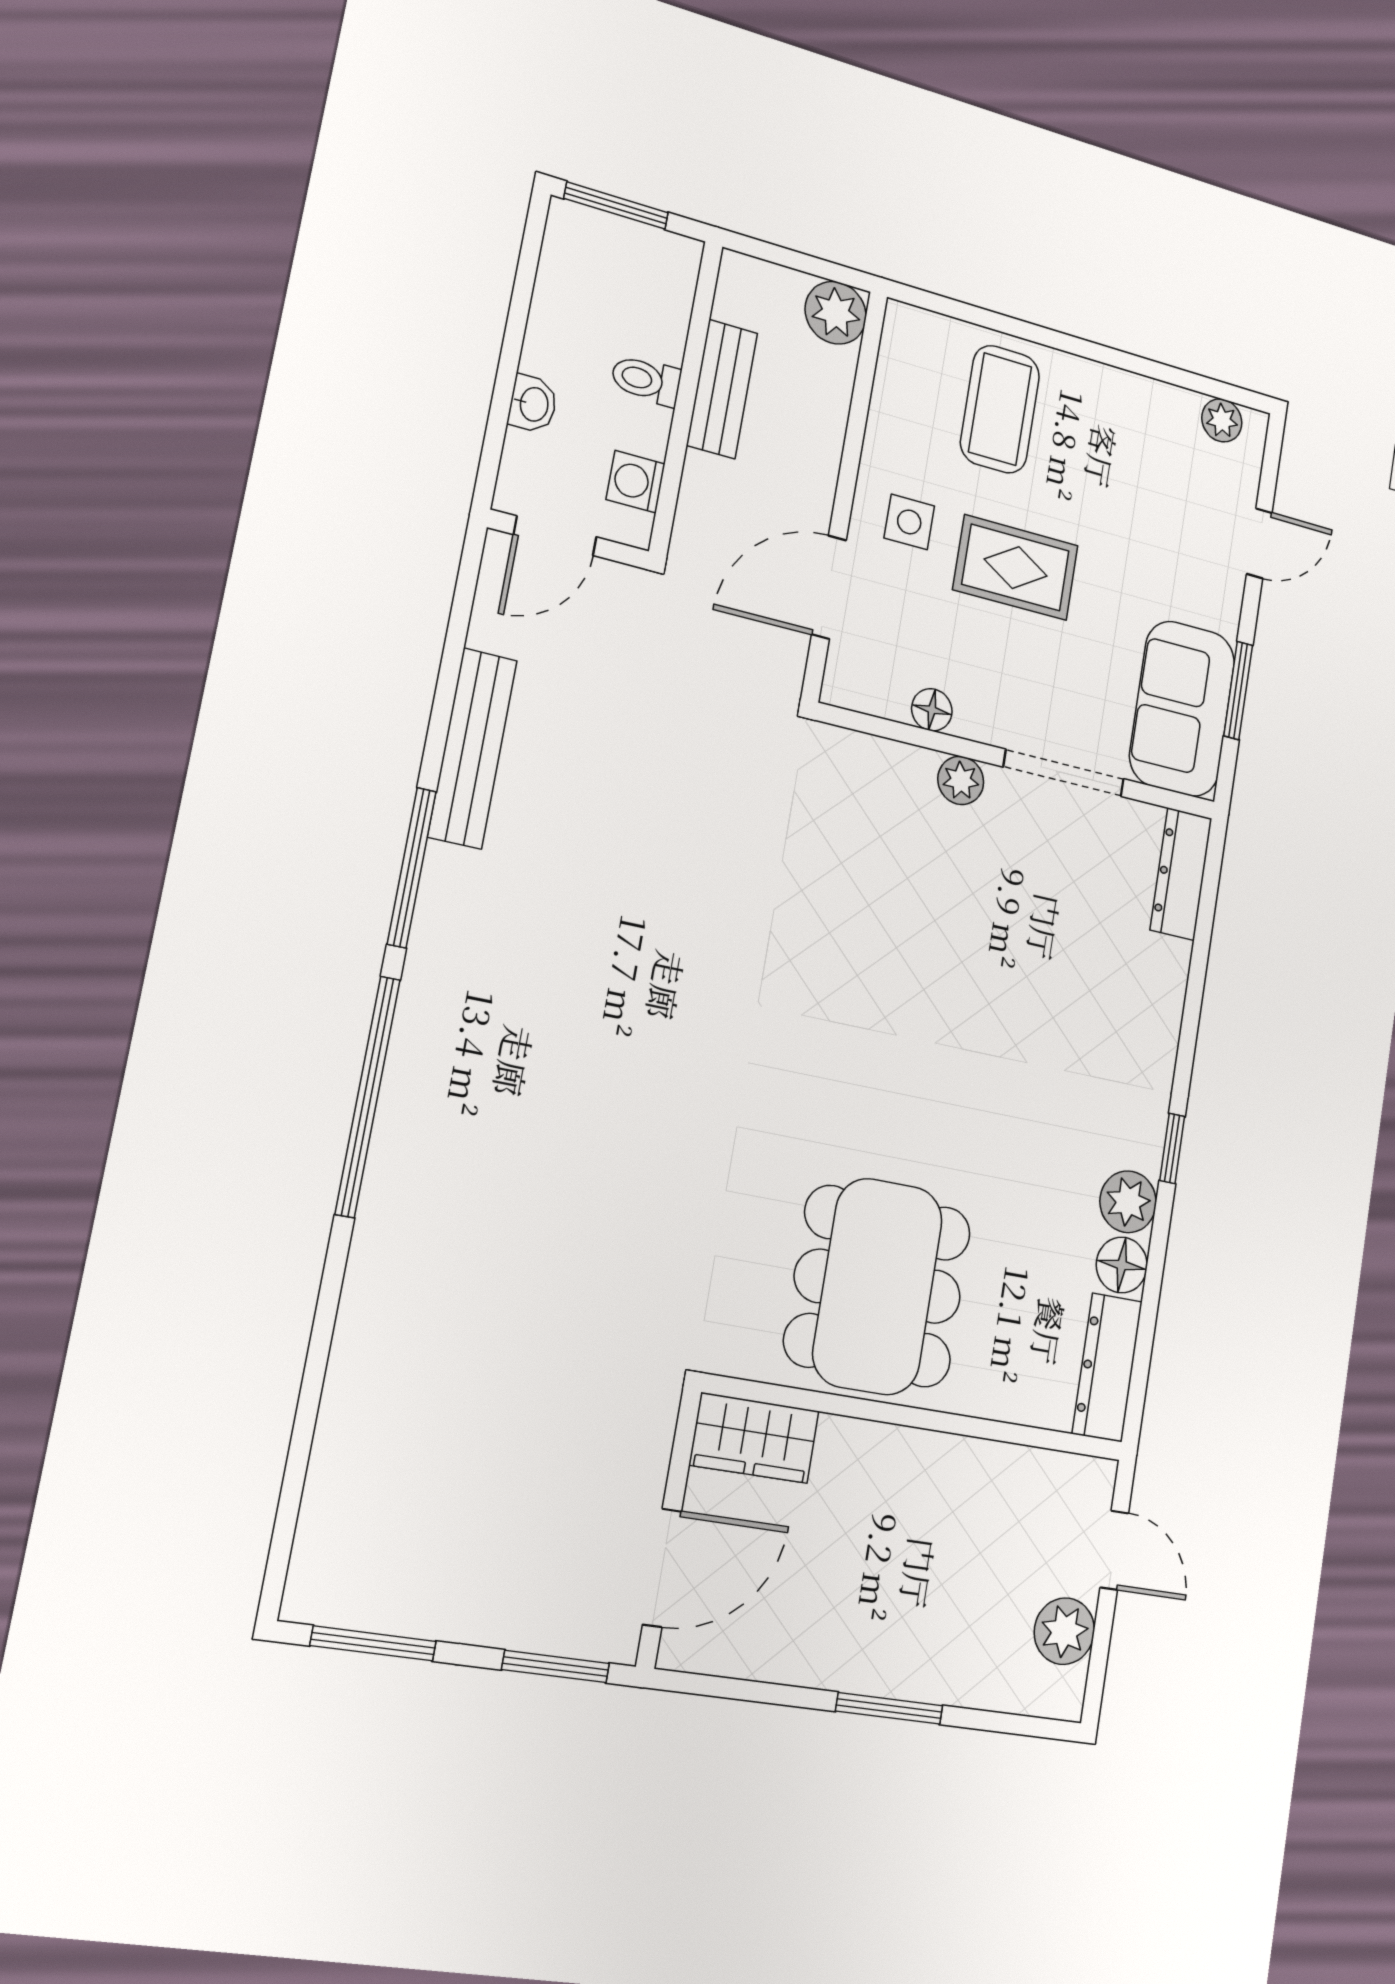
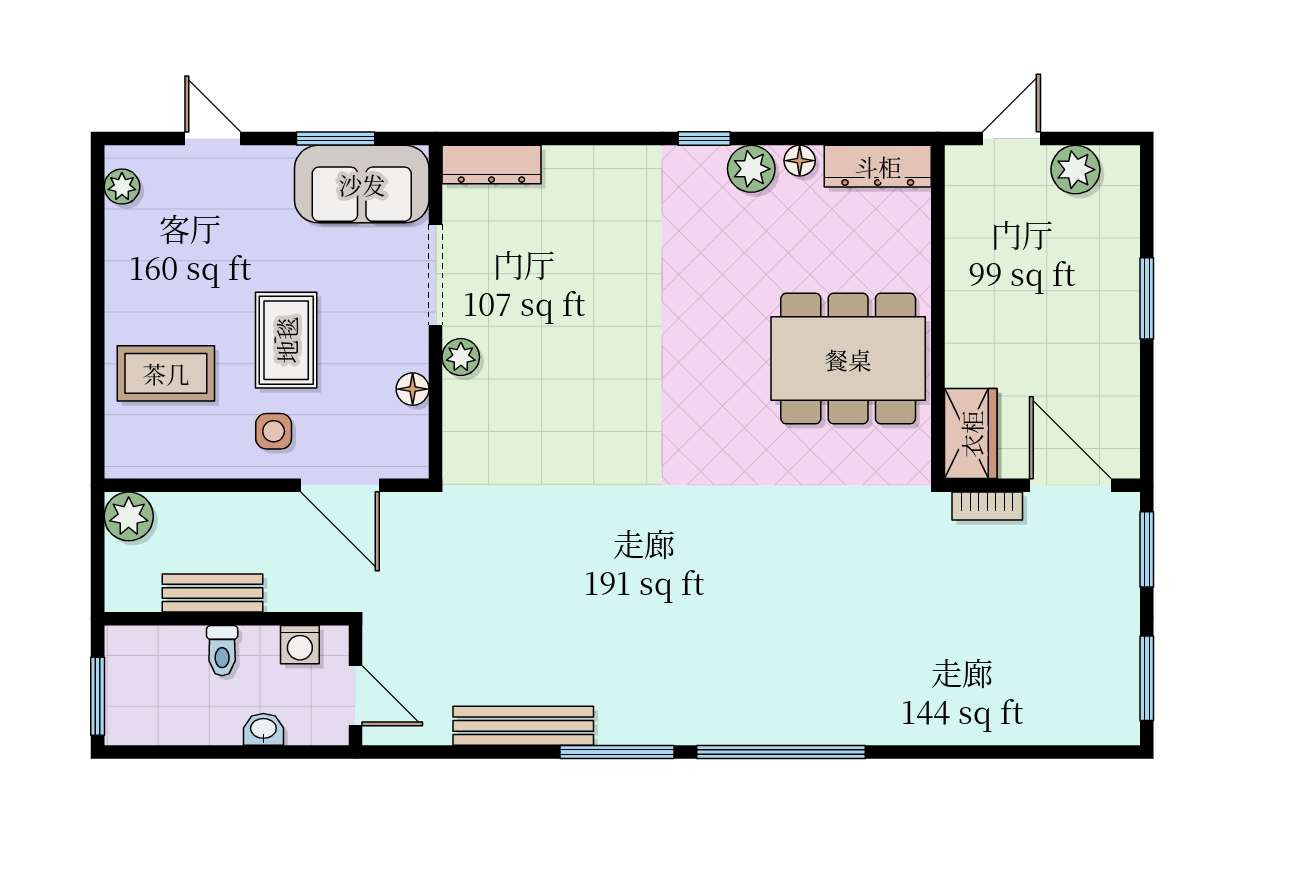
floor lamp: (1122, 1265) -> (800, 161), width x0.73, depth x0.73
bookcase: (654, 1446) -> (987, 506), added

